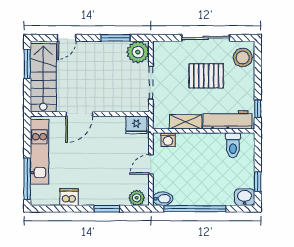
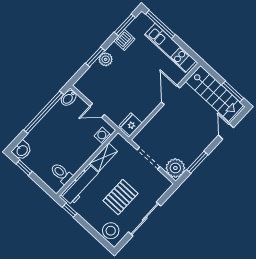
door: (151, 164) -> (97, 110), swing flipped
plant: (137, 198) -> (106, 59), moved
window: (56, 209) -> (125, 25), added

